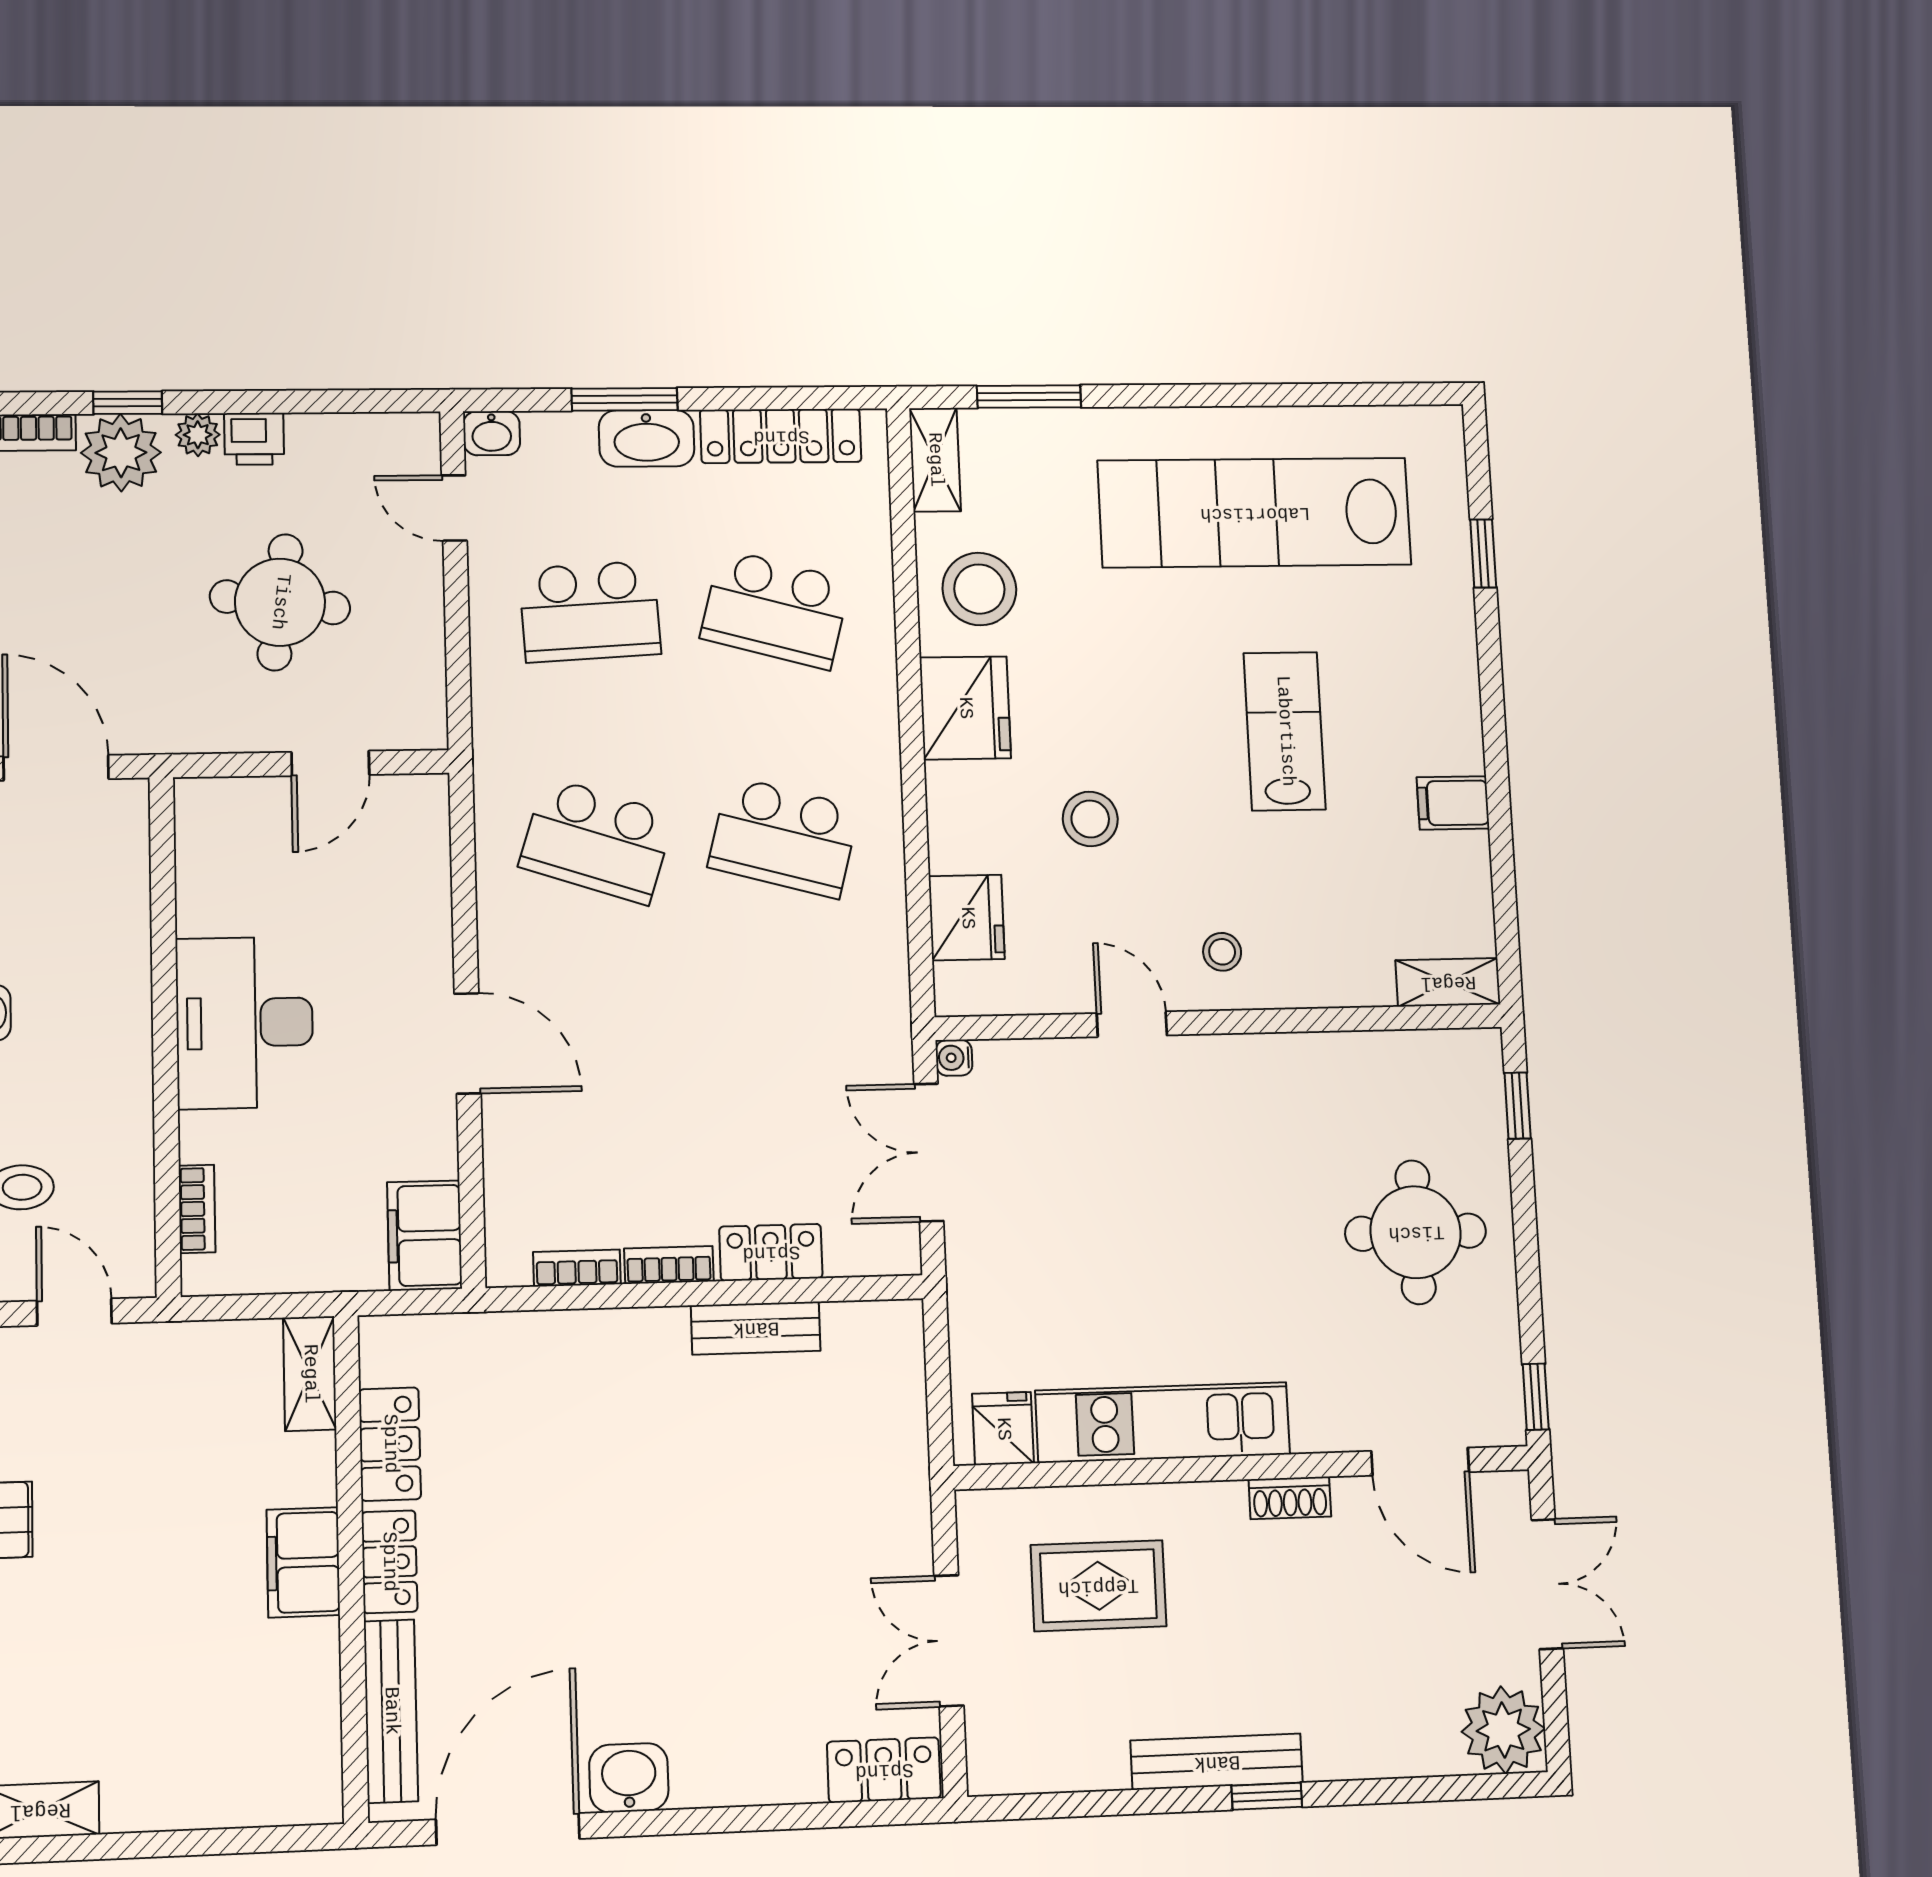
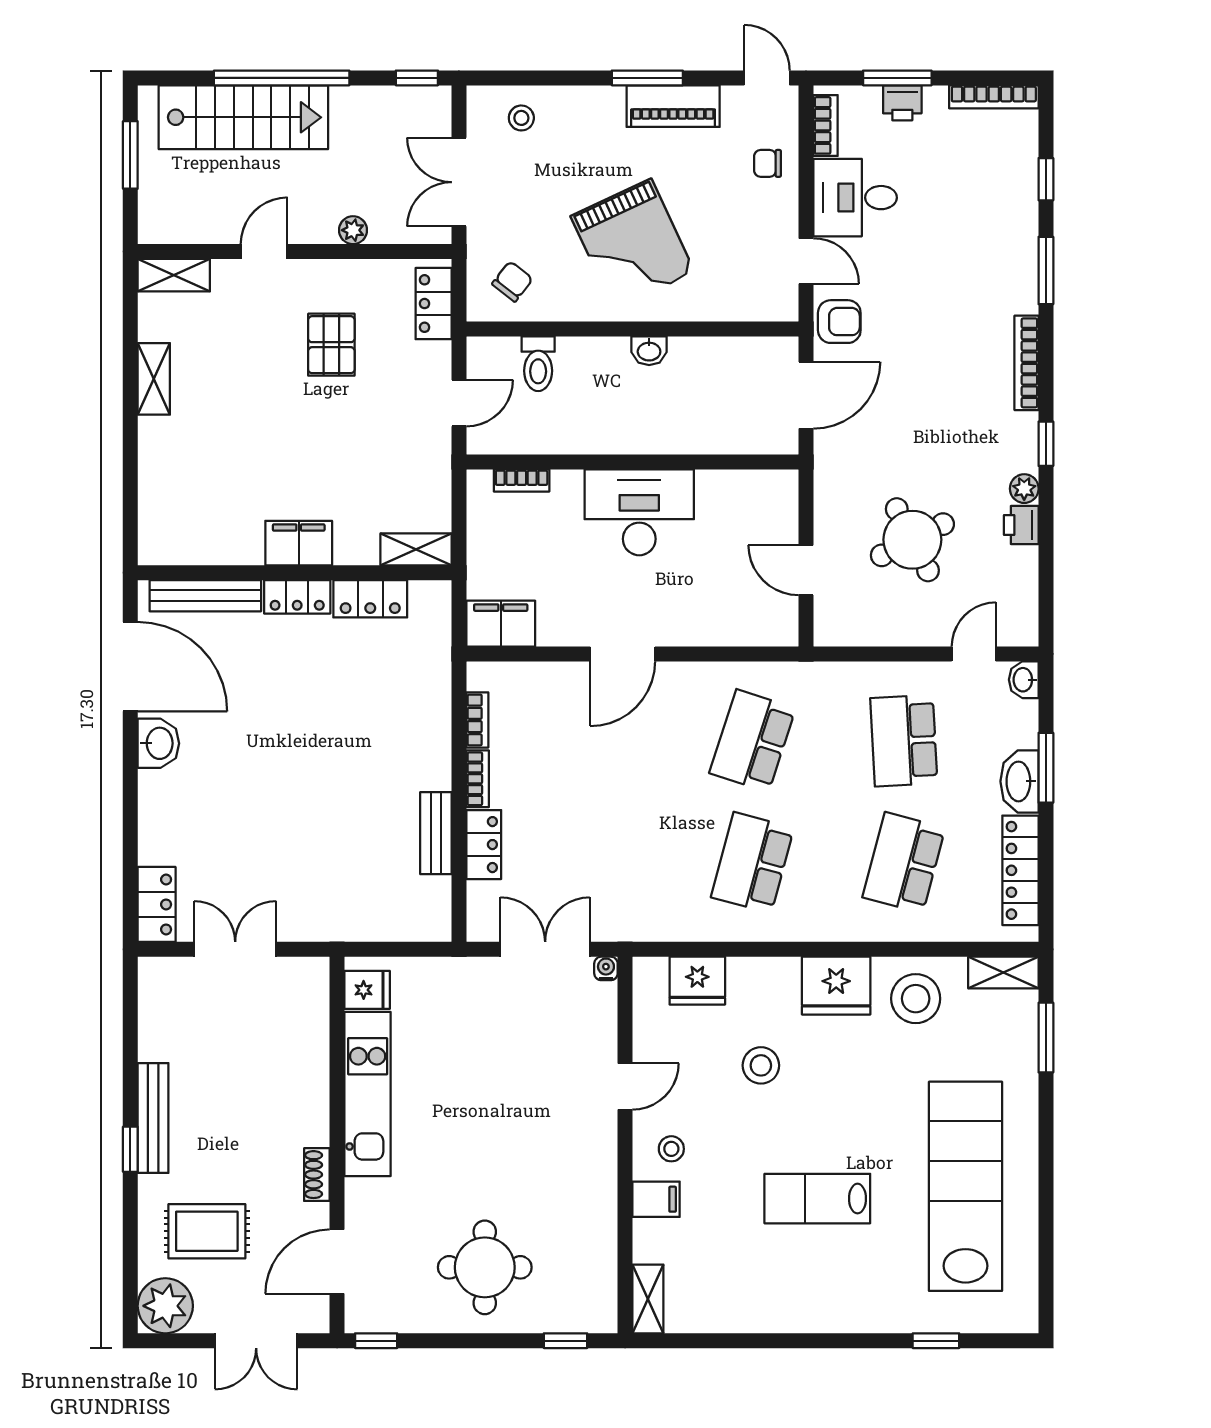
plant: (121, 453) -> (1013, 439), removed
round table: (280, 602) -> (912, 540), turned -34
lab bench: (1285, 731) -> (817, 1199), turned 180
filing cabinet: (1453, 803) -> (656, 1199), moved, turned 90
rug: (1098, 1586) -> (207, 1231), moved, turned 90

